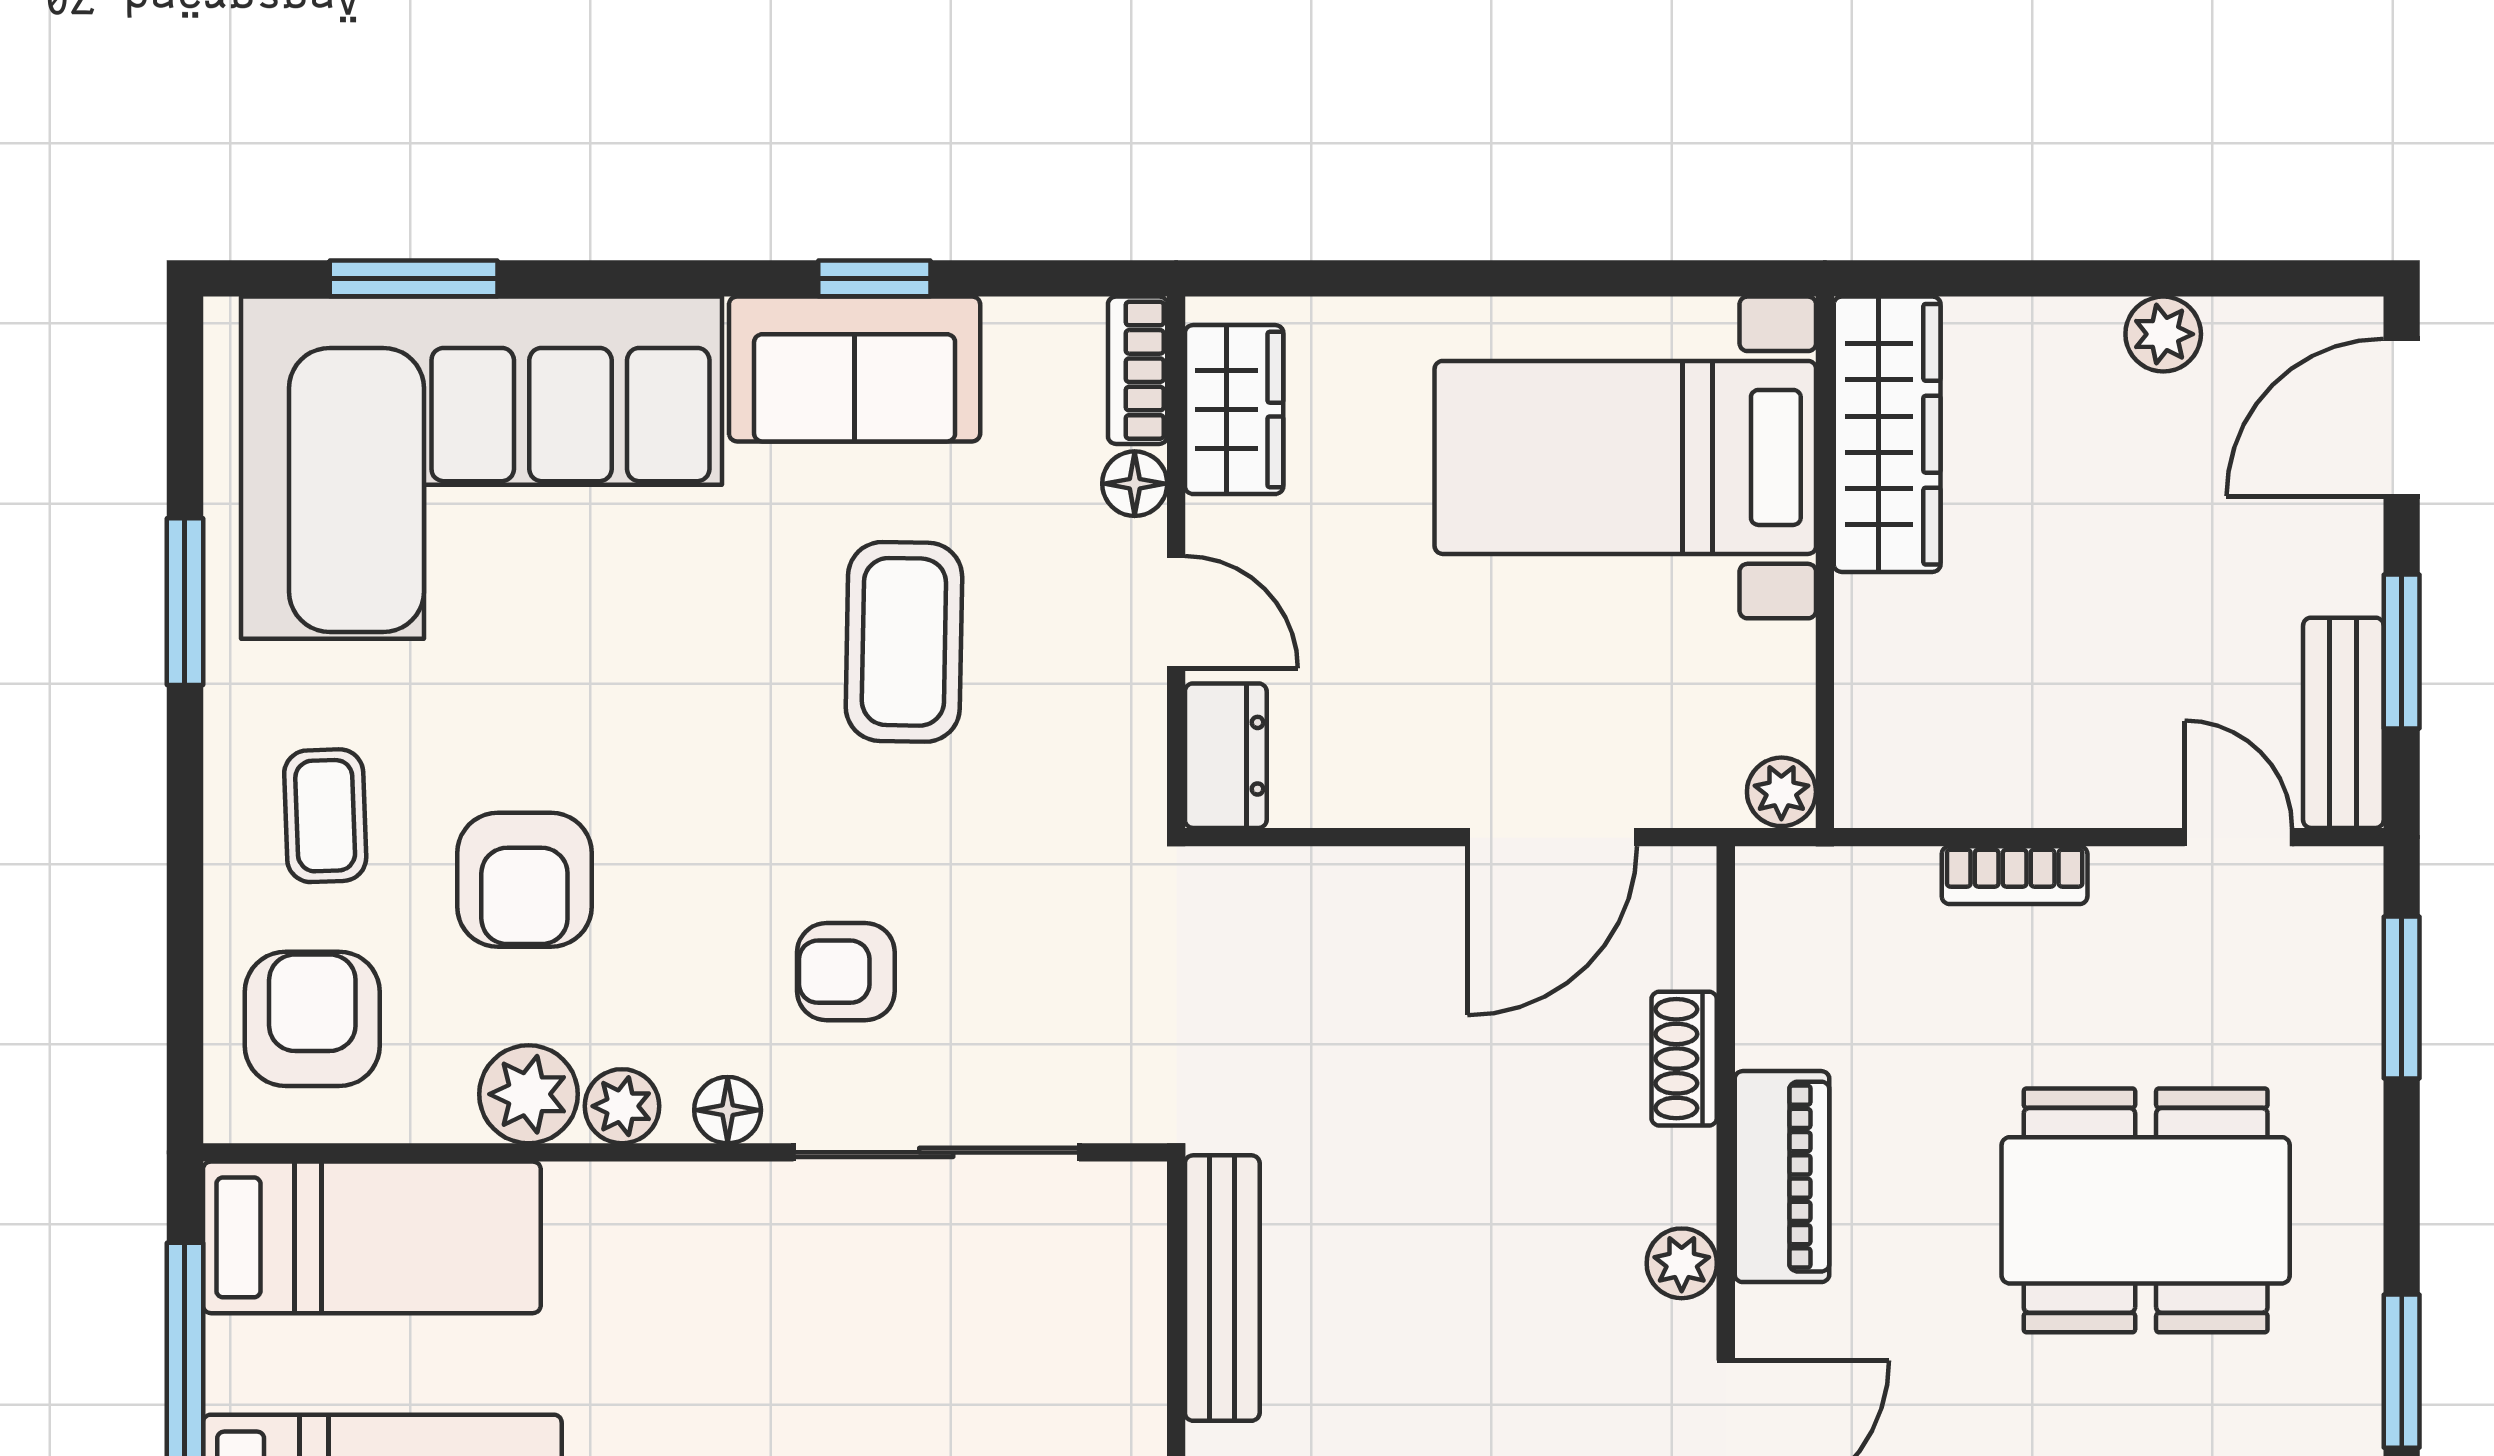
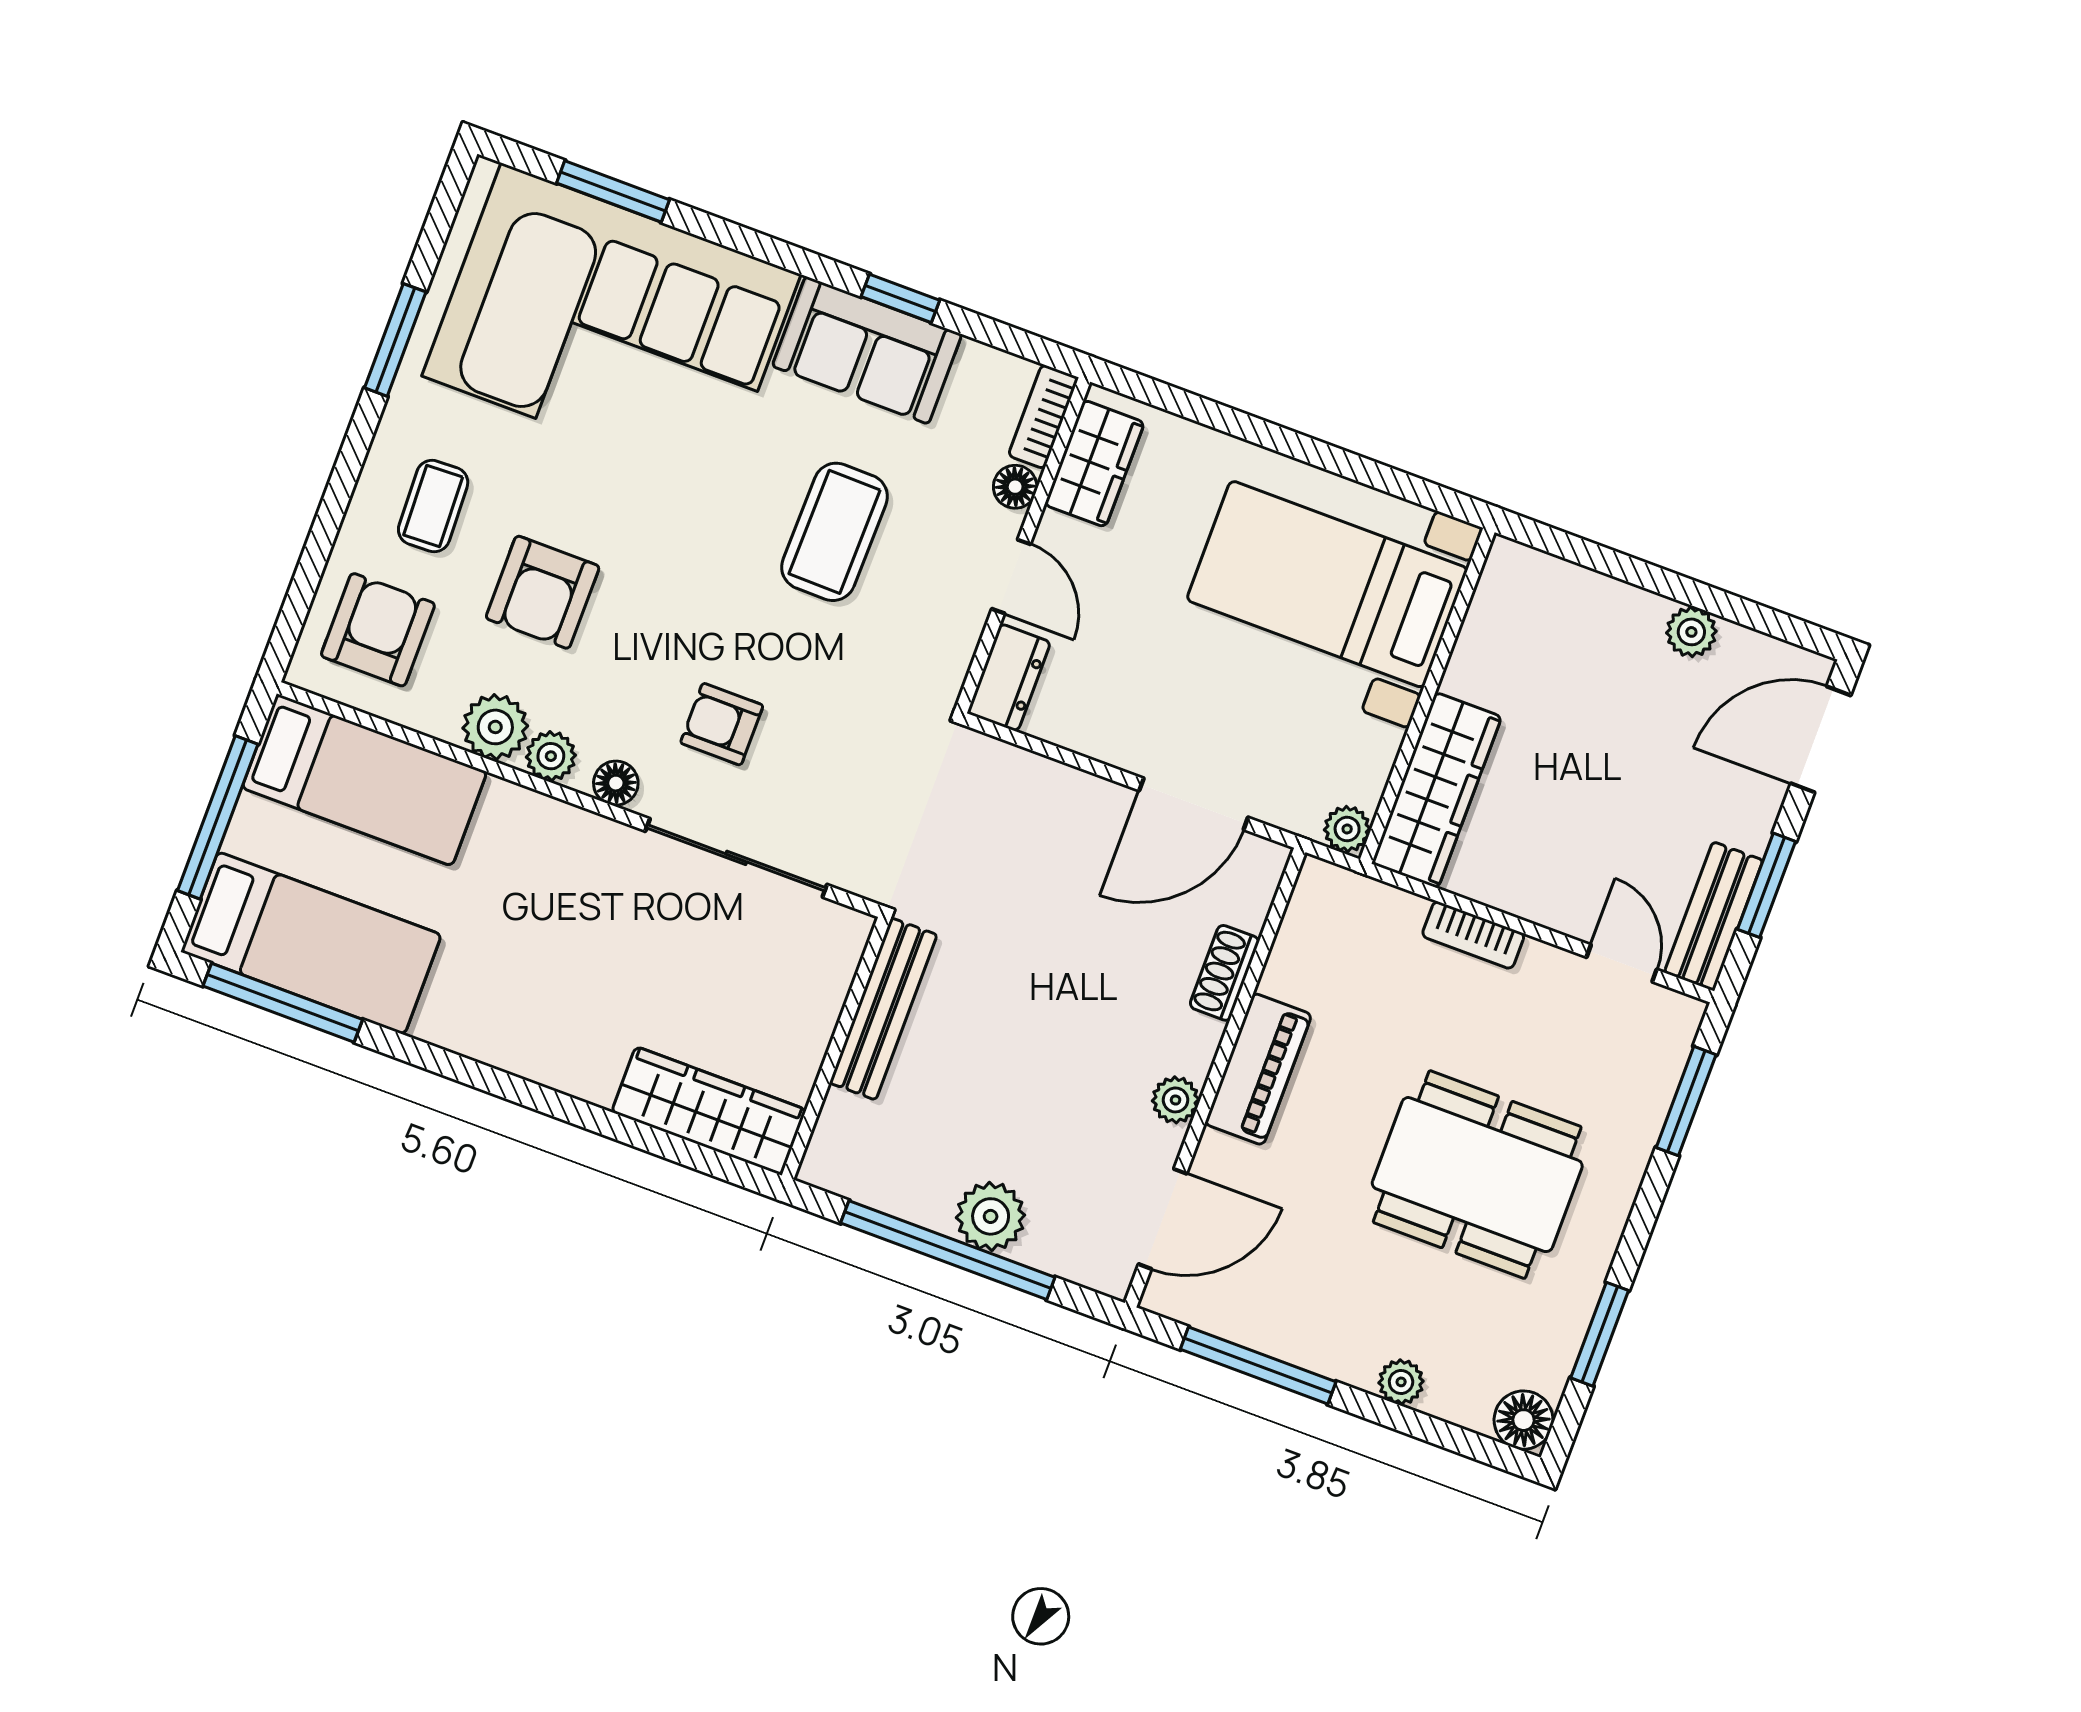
wardrobe: (1887, 434) -> (1437, 790), moved

